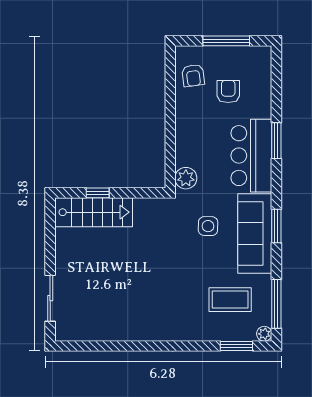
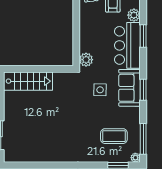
plant: (262, 107) -> (134, 15), added
window: (98, 193) -> (30, 69), removed
sofa: (255, 233) -> (129, 88), width x0.73

